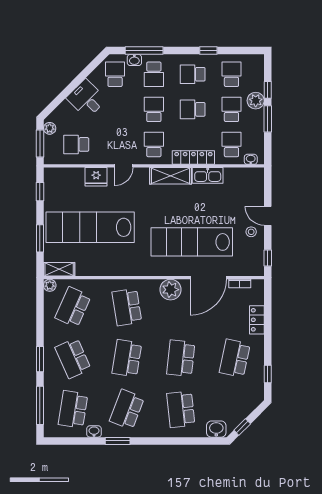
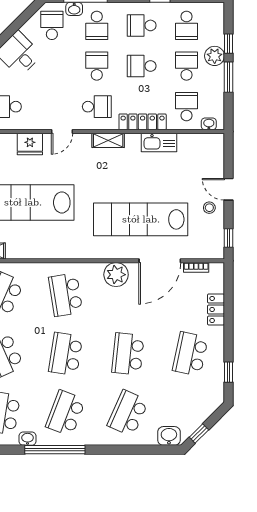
school desk: (231, 74) -> (187, 25), turned 180
school desk: (154, 144) -> (97, 107), turned 90
shelving: (171, 176) -> (108, 140), width x0.67, depth x0.75
school desk: (181, 409) -> (128, 413), turned 30
window: (118, 441) -> (55, 450), width x2.11

